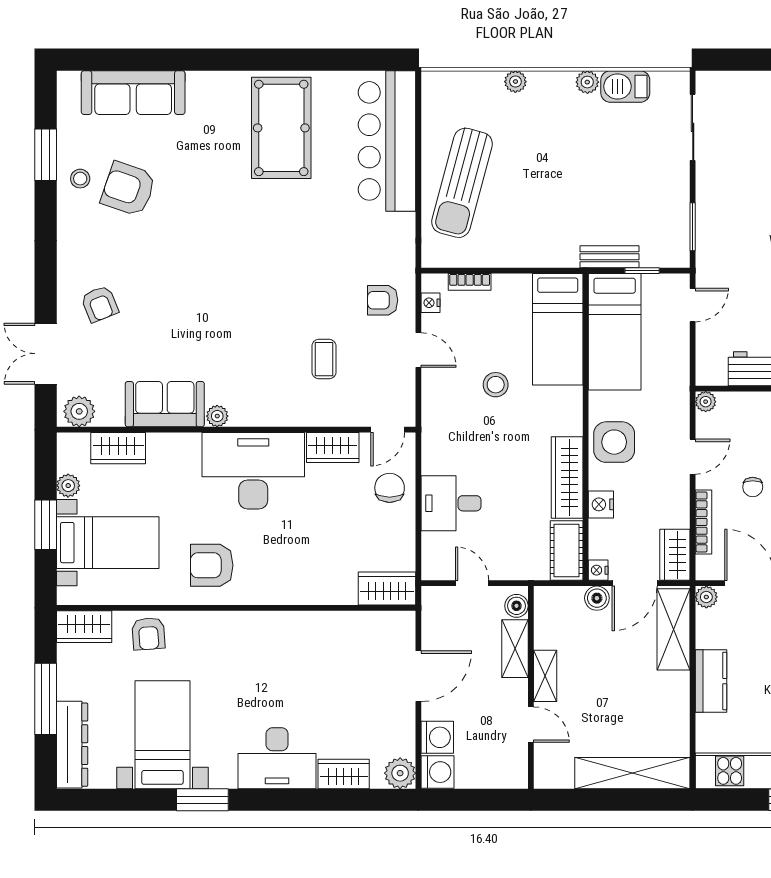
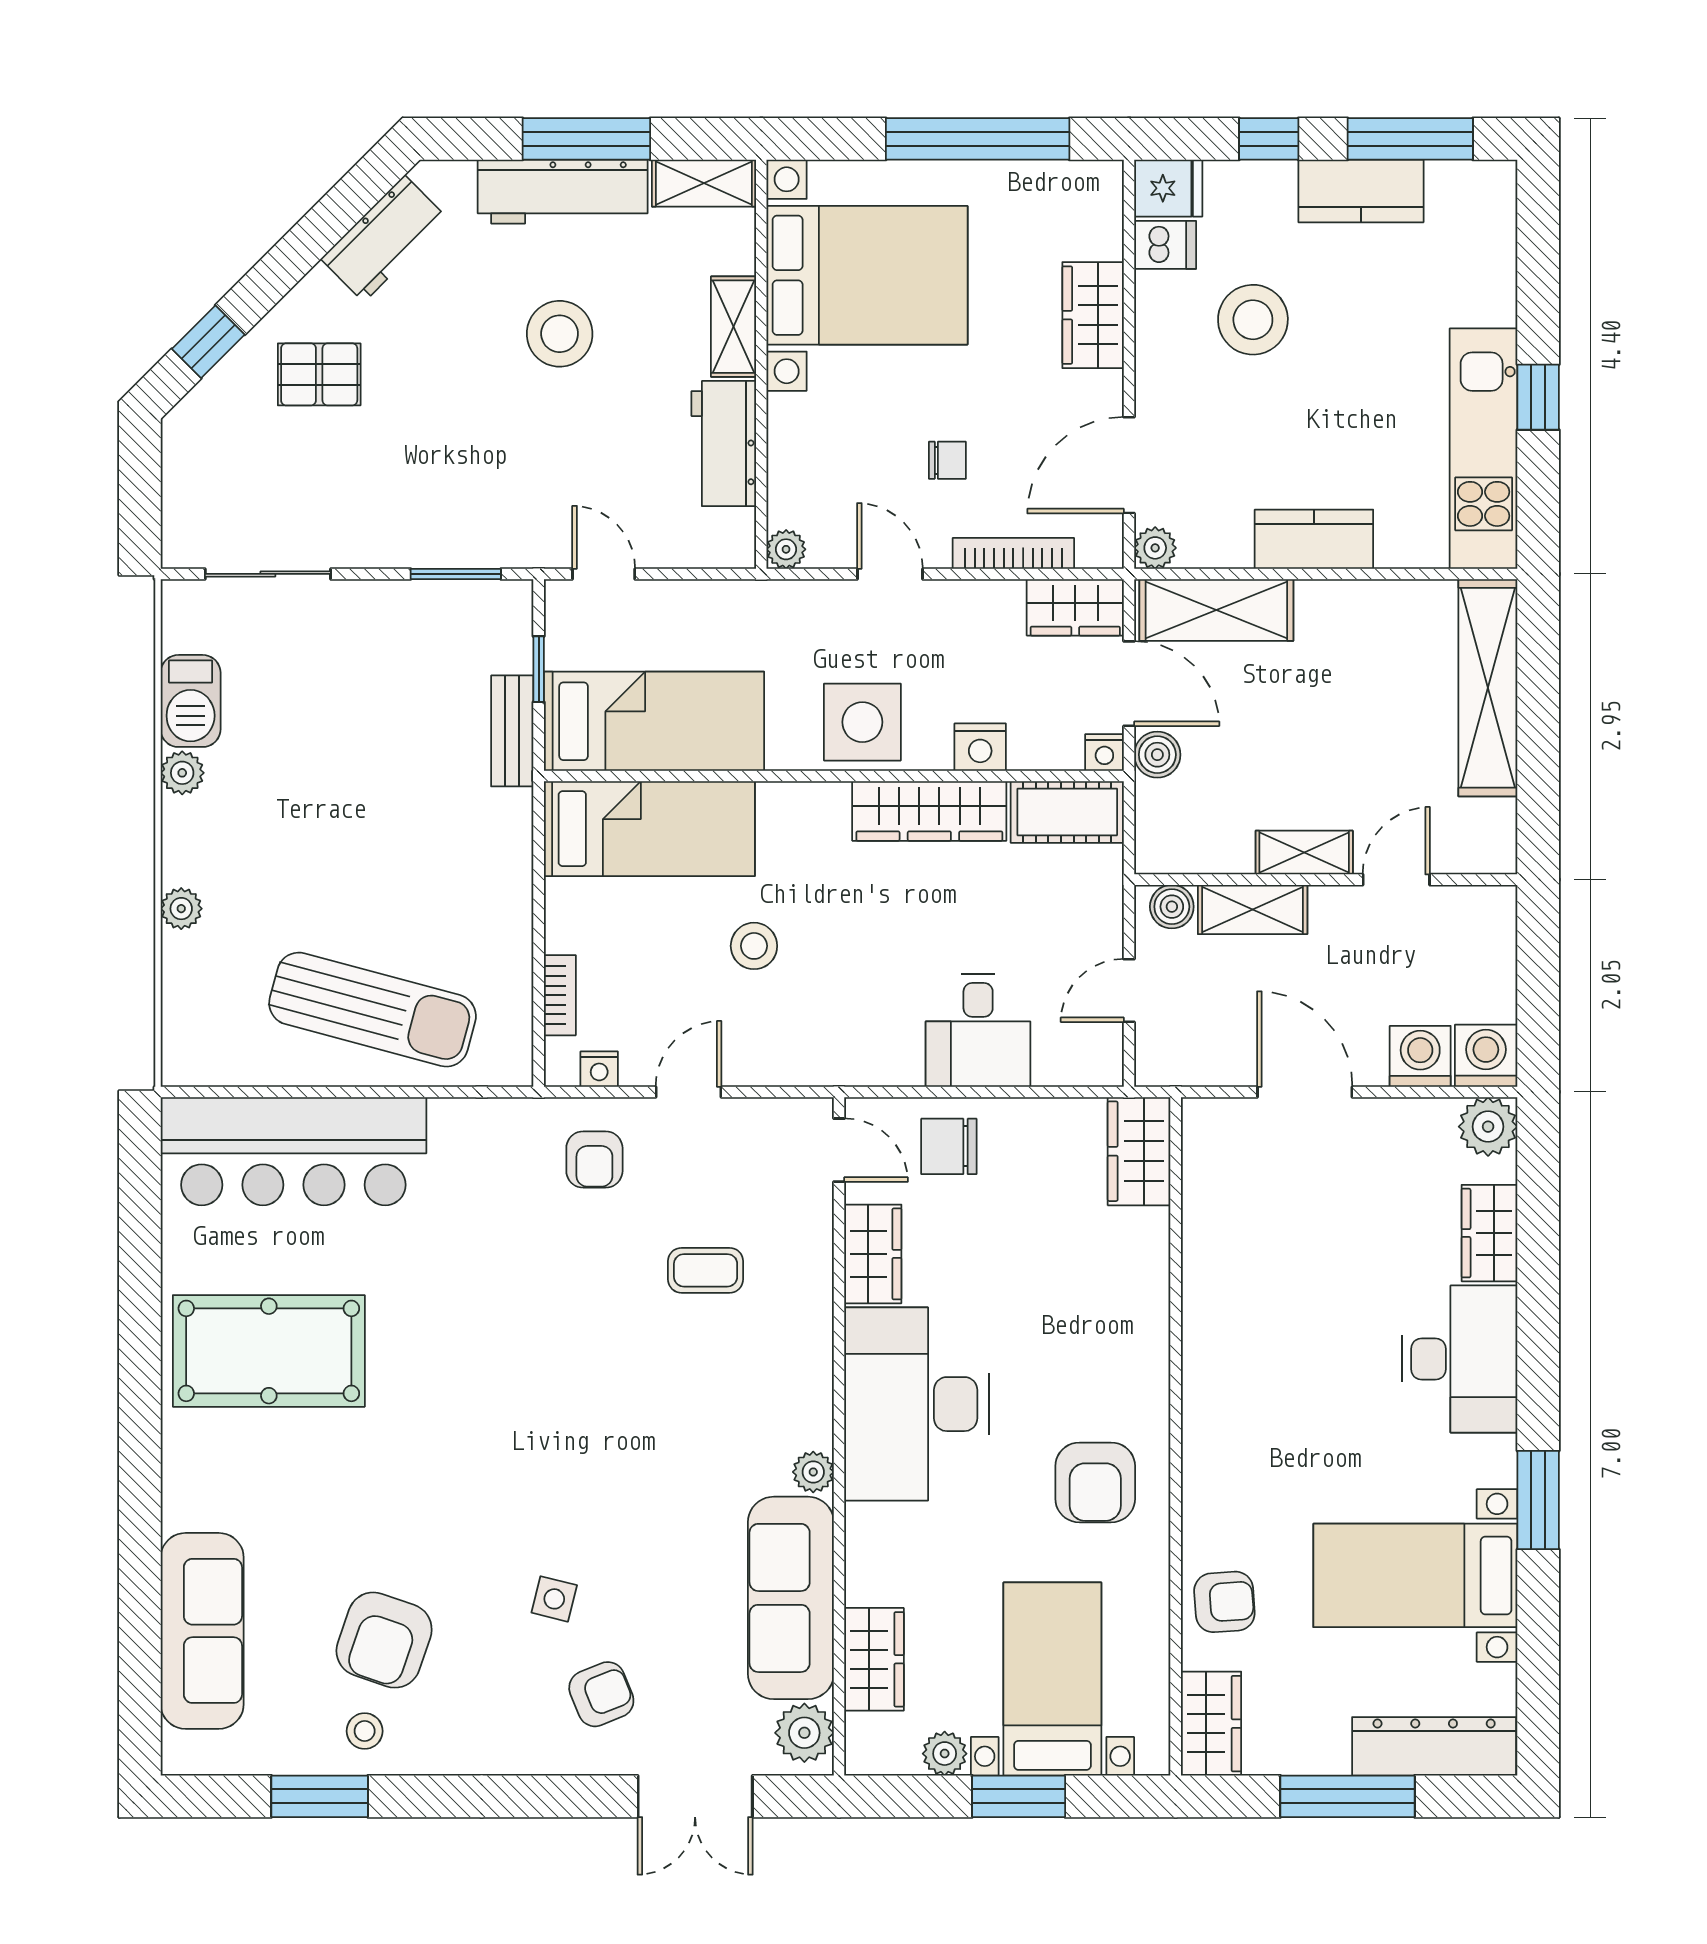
side table: (150, 279) -> (554, 1599), added
sofa: (165, 404) -> (791, 1598), width x1.36

